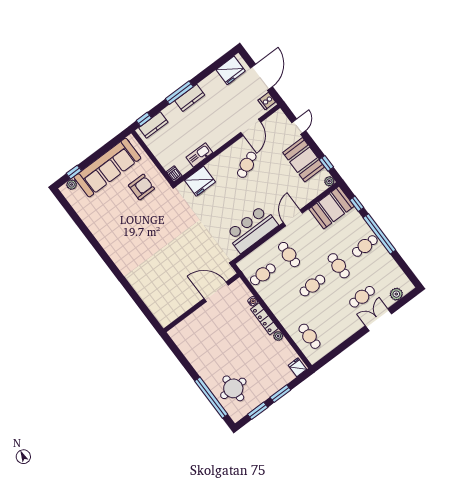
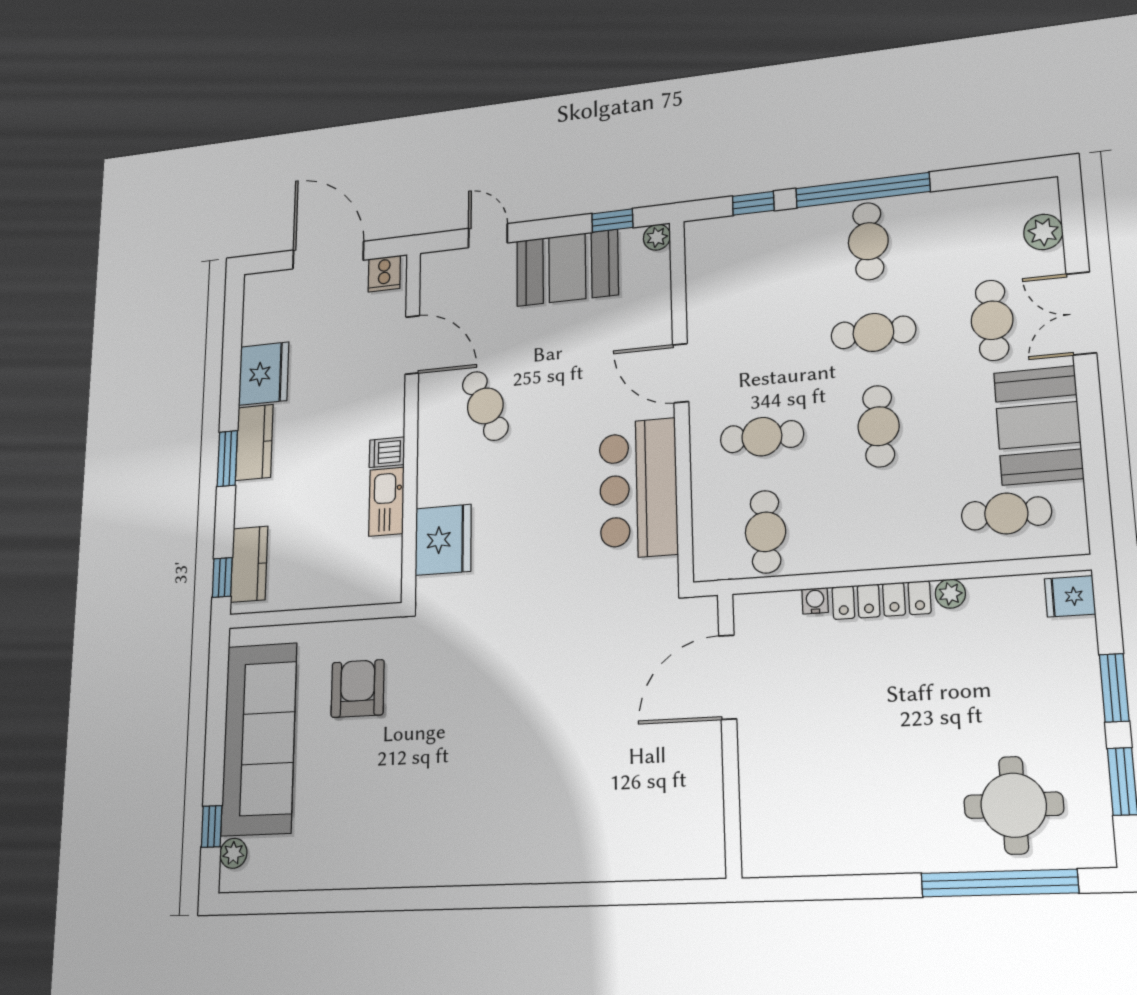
fridge: (231, 70) -> (264, 374), moved
window: (179, 93) -> (227, 459), width x0.69
dishwasher: (174, 174) -> (387, 452), moved
booth: (331, 208) -> (1038, 425), moved

